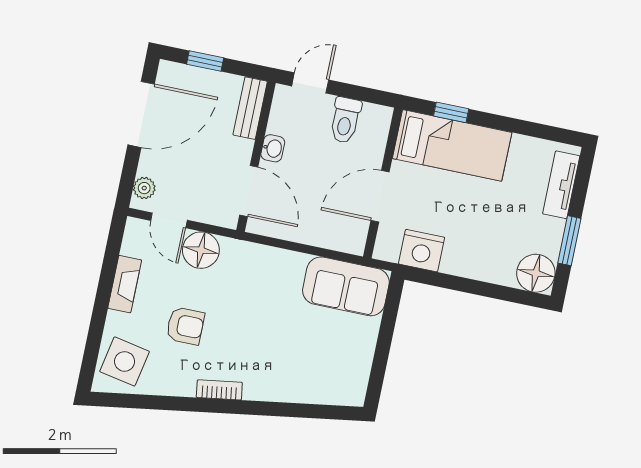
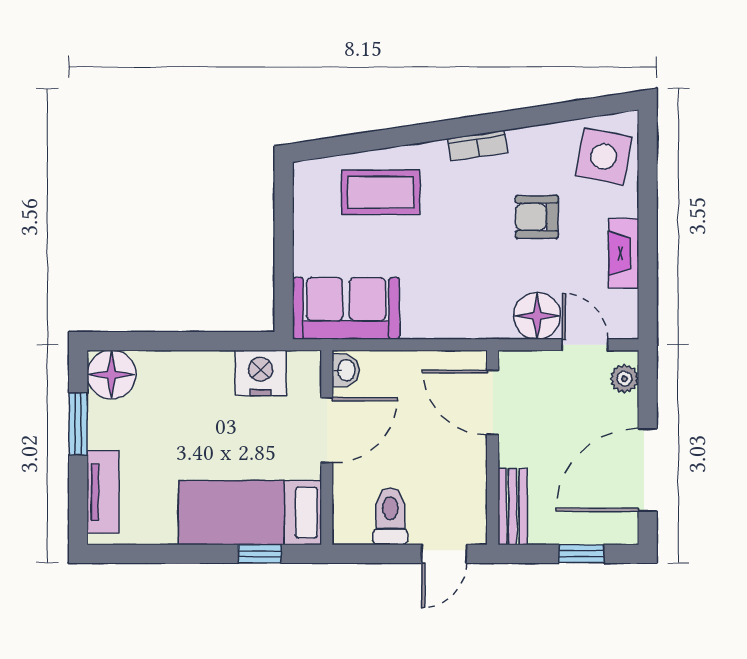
washbasin: (273, 148) -> (346, 370), moved, turned 180
coffee table: (301, 370) -> (381, 192), added

